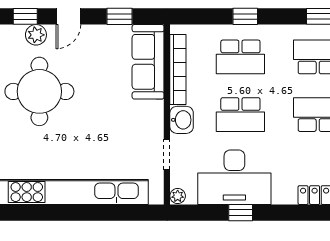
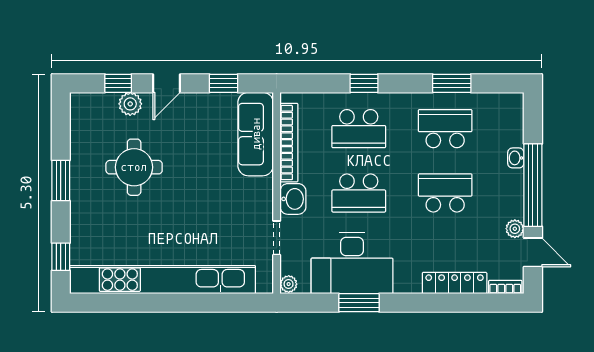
round table: (39, 91) -> (134, 167), width x0.73, depth x0.73
window: (241, 213) -> (359, 303), width x1.50

